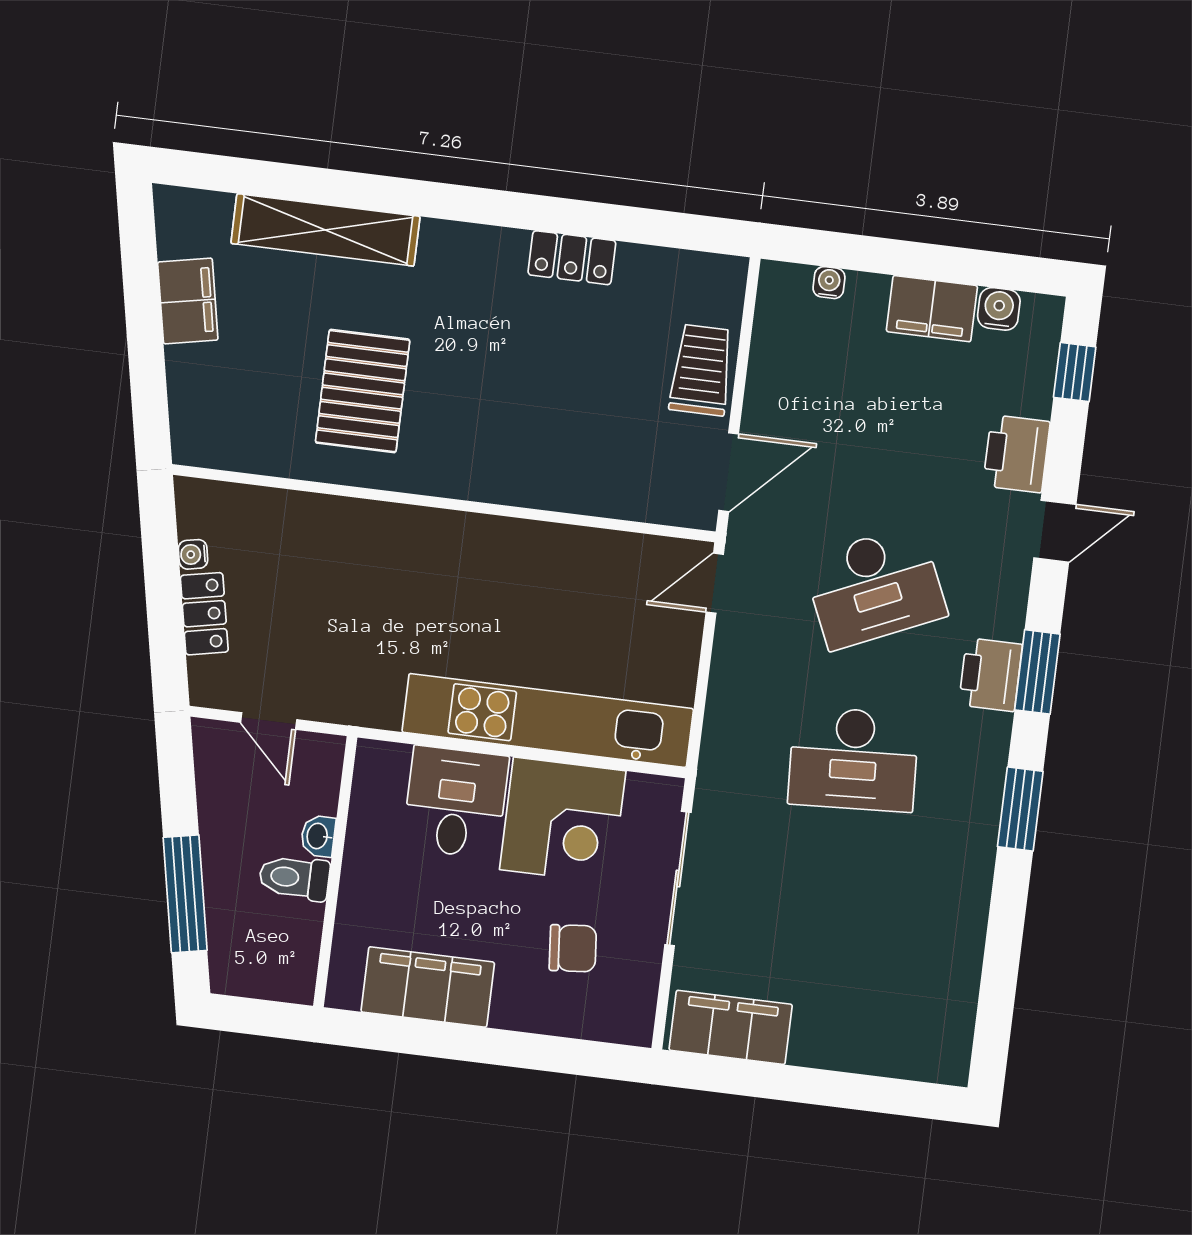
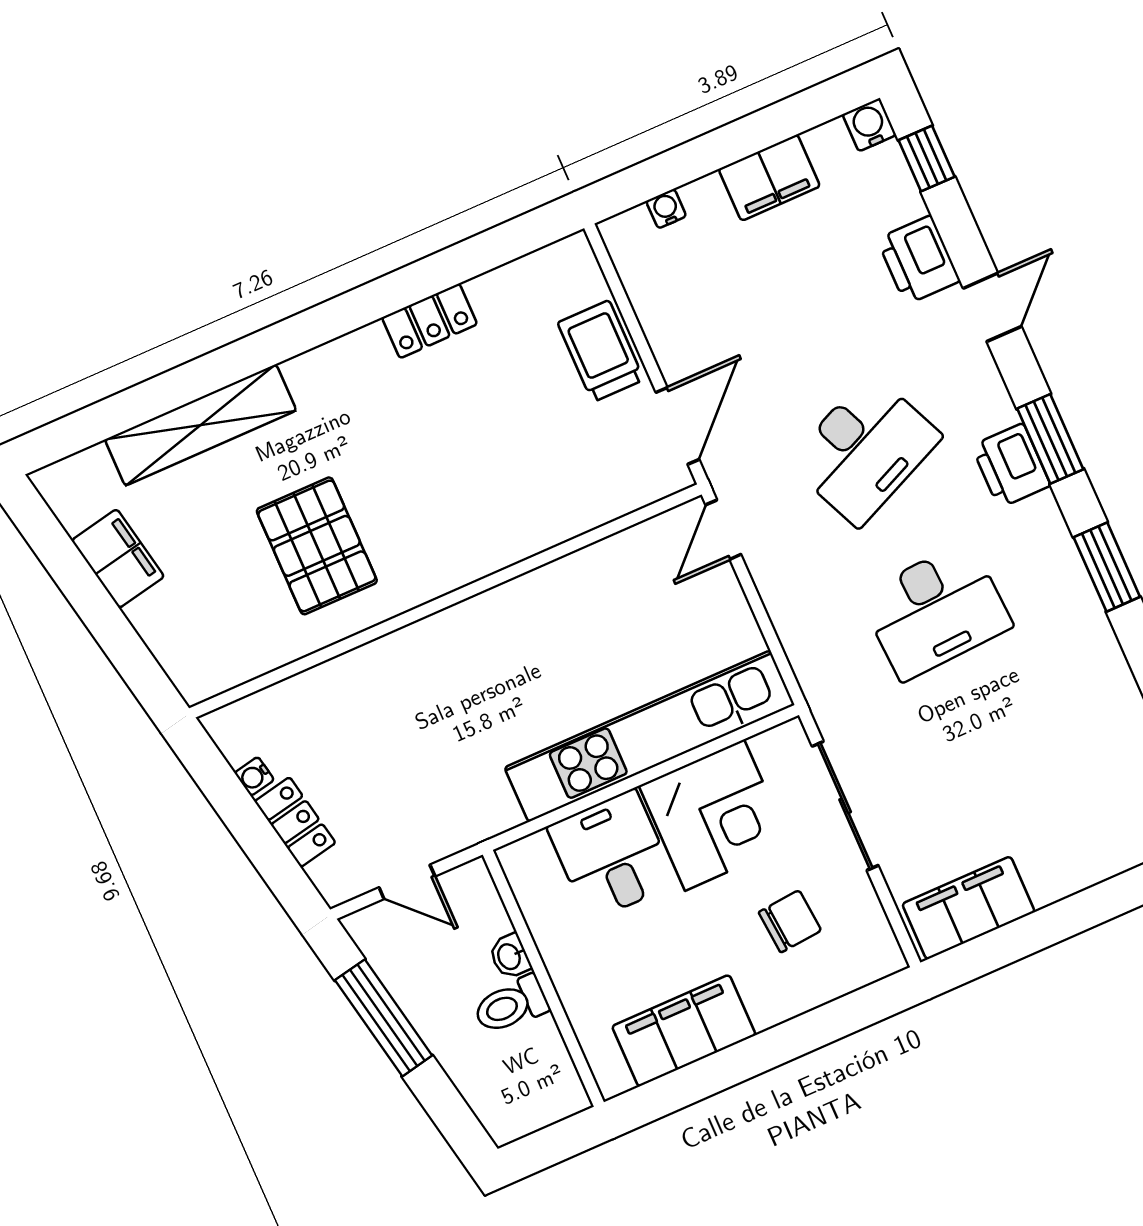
water cooler: (999, 309) -> (869, 125), moved
window: (185, 894) -> (384, 1018), moved

